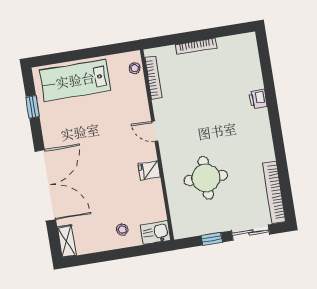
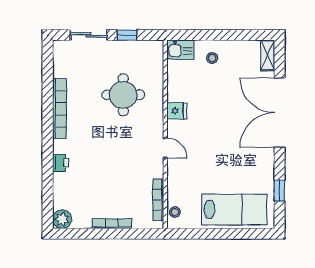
plant: (247, 42) -> (62, 219), added
bookcase: (274, 192) -> (59, 109), moved

